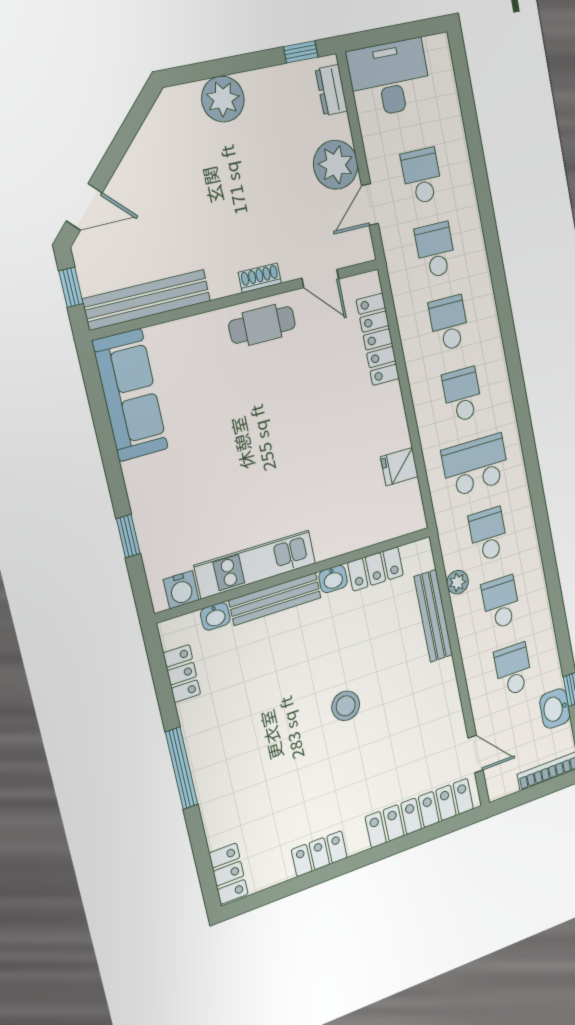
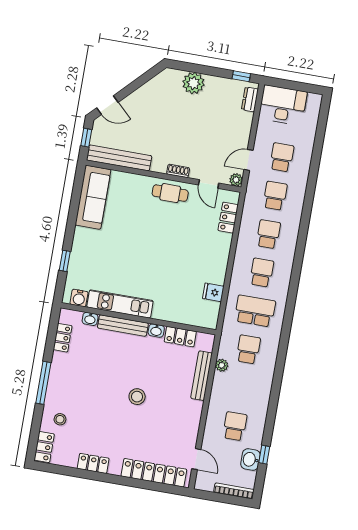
plant: (336, 165) -> (236, 180), moved, width x0.53, depth x0.53
locker: (378, 339) -> (228, 218), width x0.66
school desk: (501, 603) -> (242, 388), removed
stool: (235, 813) -> (60, 419), added

